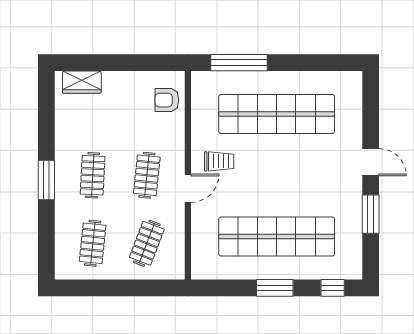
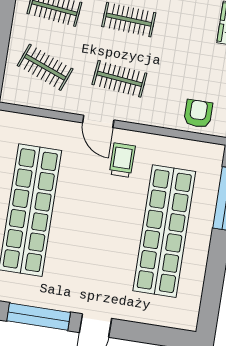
trolley: (219, 161) -> (122, 160), turned 180
window: (371, 214) -> (39, 317), width x1.44

